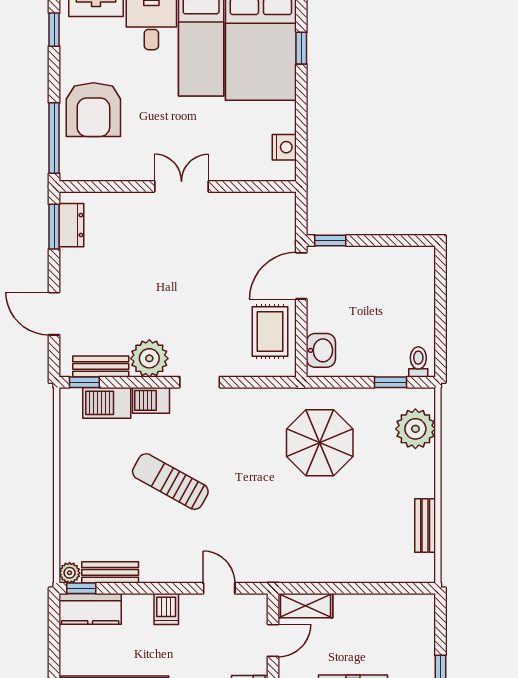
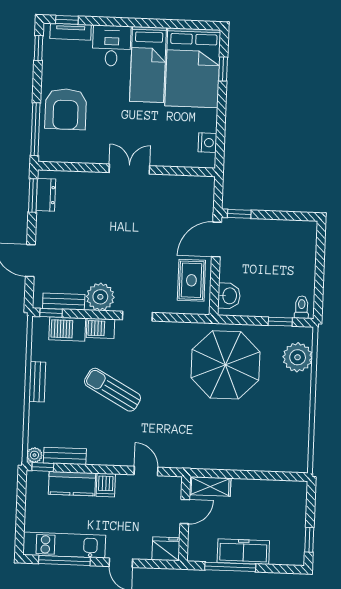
parasol: (320, 443) -> (225, 365), width x1.36, depth x1.36
bench: (425, 525) -> (37, 382), moved
kitchen counter: (90, 609) -> (72, 484), moved

